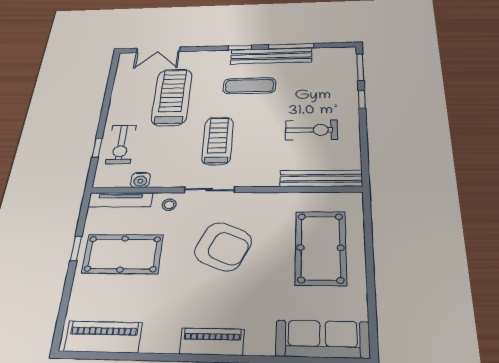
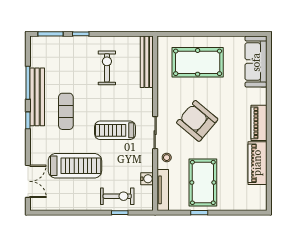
treadmill: (172, 97) -> (75, 166), turned 180
armchair: (223, 247) -> (197, 121), turned -74
piano: (103, 337) -> (257, 163), moved

